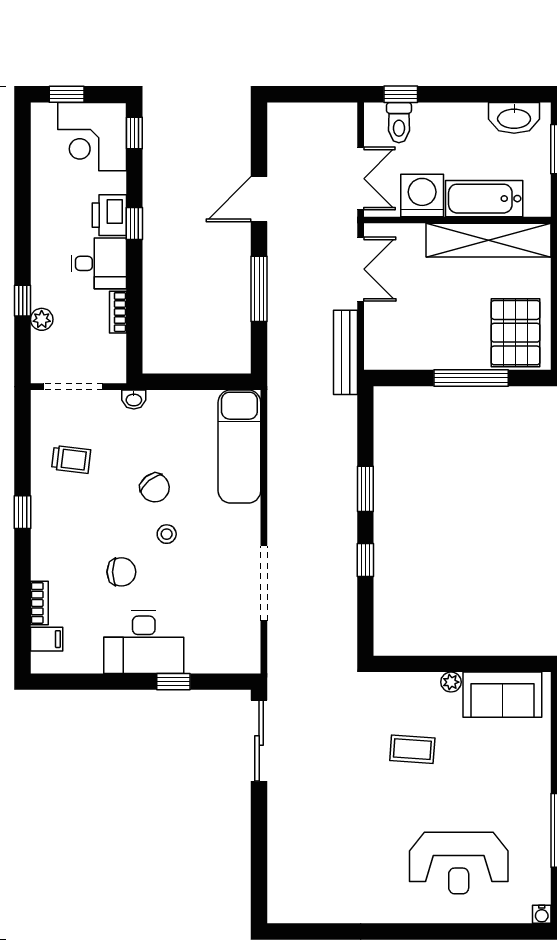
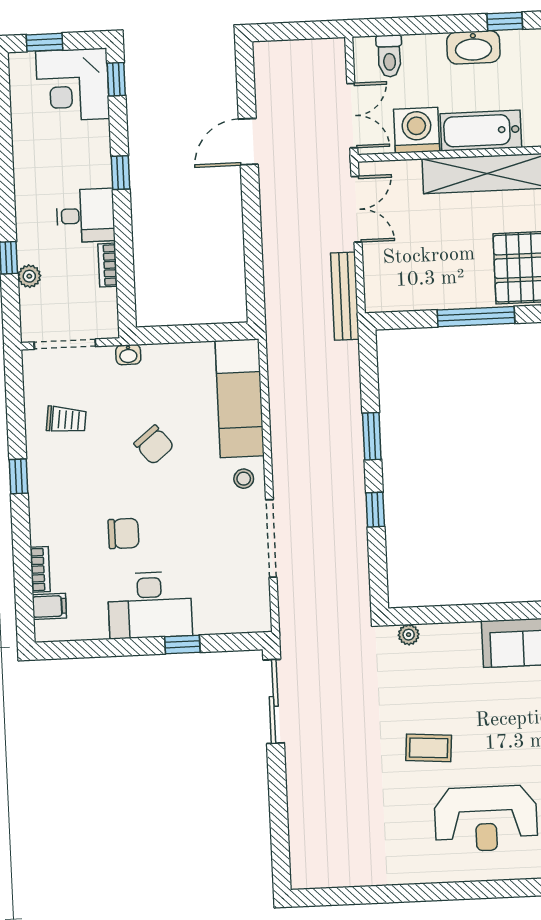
window: (401, 94) -> (505, 21), moved
washbasin: (514, 118) -> (473, 47), moved
printer: (109, 215) -> (94, 165), removed
window: (259, 289) -> (252, 234), removed
stool: (167, 534) -> (244, 479), moved
plant: (451, 682) -> (409, 635), moved
coffee table: (412, 749) -> (429, 748), moved

